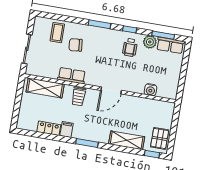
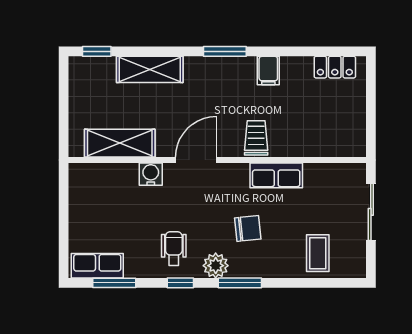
plant: (150, 42) -> (216, 266), moved
chair: (76, 45) -> (248, 228), moved
shelving: (45, 88) -> (120, 143), moved
water cooler: (151, 90) -> (151, 174), moved
locker: (49, 128) -> (335, 67), moved
pallet: (160, 138) -> (87, 84), removed

